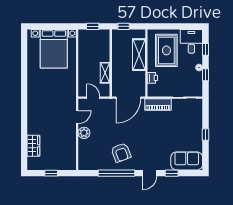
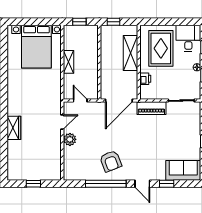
shelving: (105, 73) -> (69, 62), moved
wardrobe: (33, 146) -> (14, 128), moved
door: (150, 173) -> (142, 184), hinge flipped

